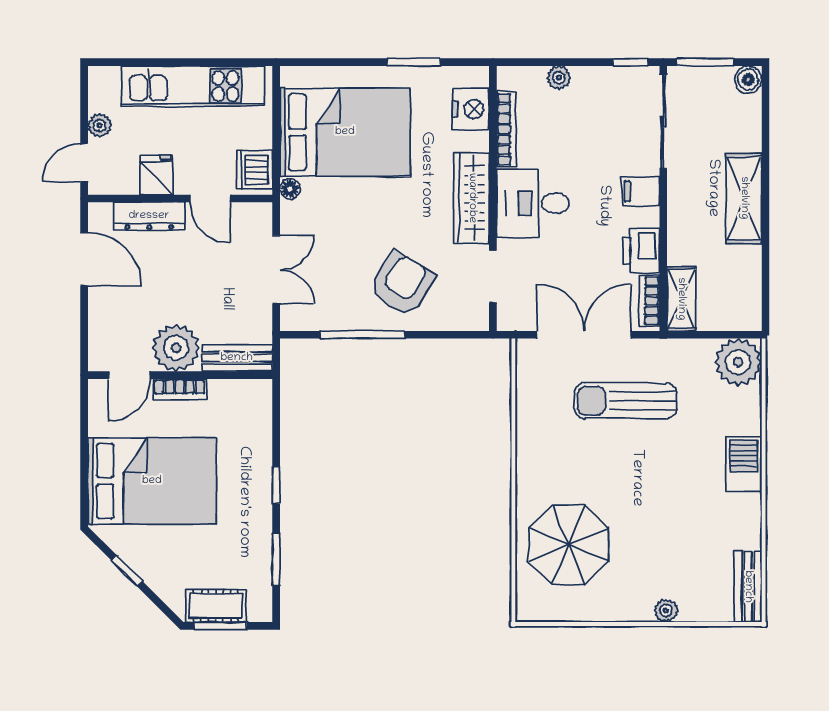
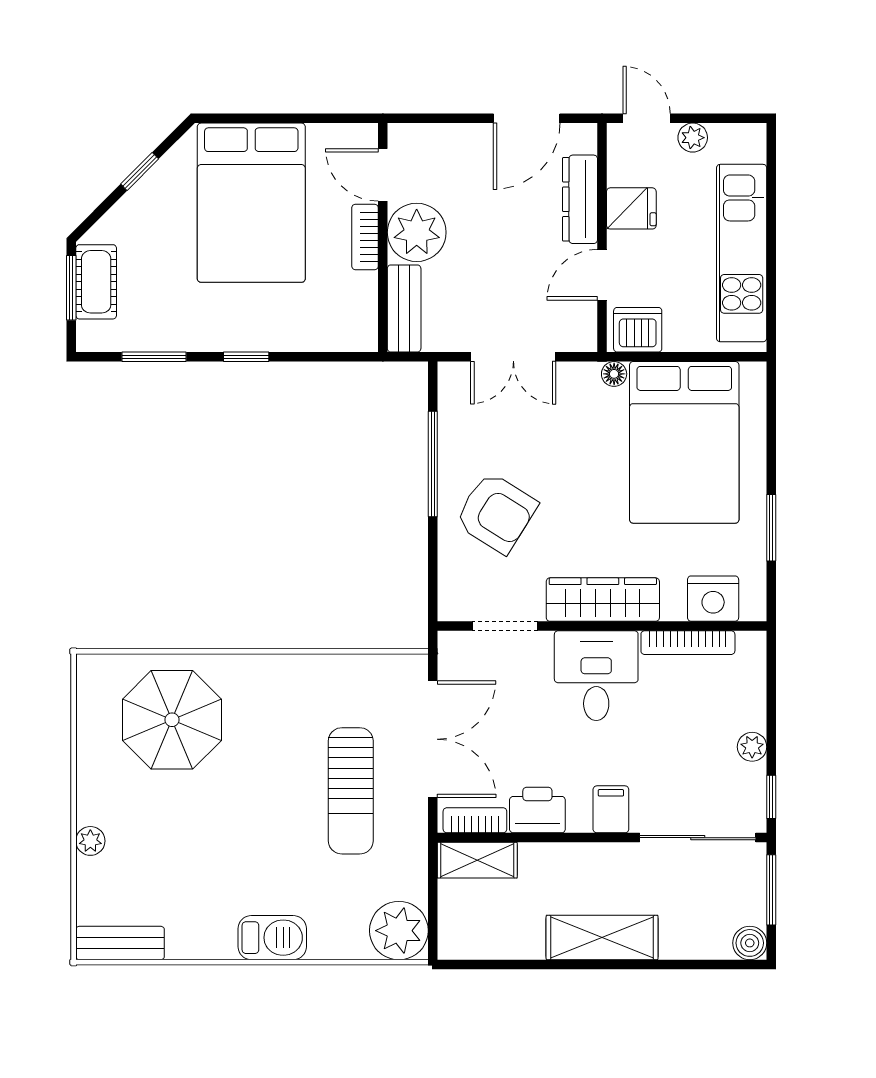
plant: (559, 78) -> (752, 747), moved
sun lounger: (626, 401) -> (351, 791), turned 180

